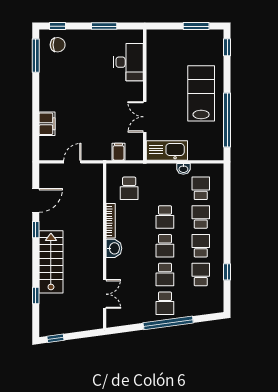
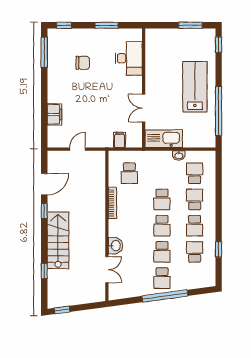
chair: (58, 45) -> (83, 63), moved
school desk: (201, 246) -> (195, 226), turned 180
washbasin: (114, 248) -> (115, 246), moved

